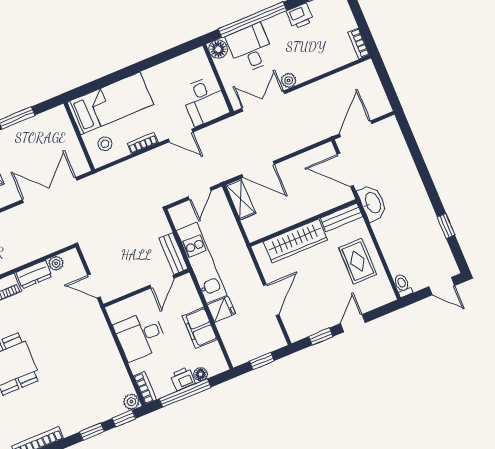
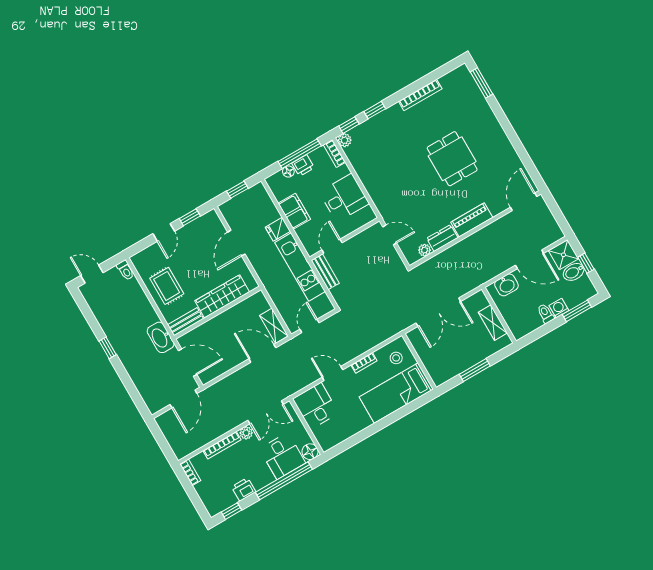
bookcase: (318, 70) -> (222, 445), added
window: (446, 226) -> (108, 348), moved

